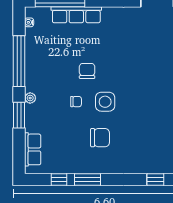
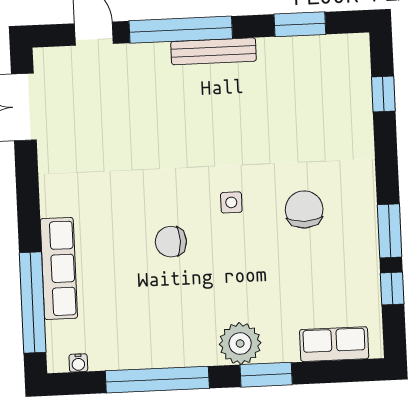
plant: (30, 98) -> (240, 344), width x1.87, depth x1.87
chair: (76, 102) -> (234, 261), removed
side table: (105, 102) -> (231, 202), width x0.54, depth x0.54

